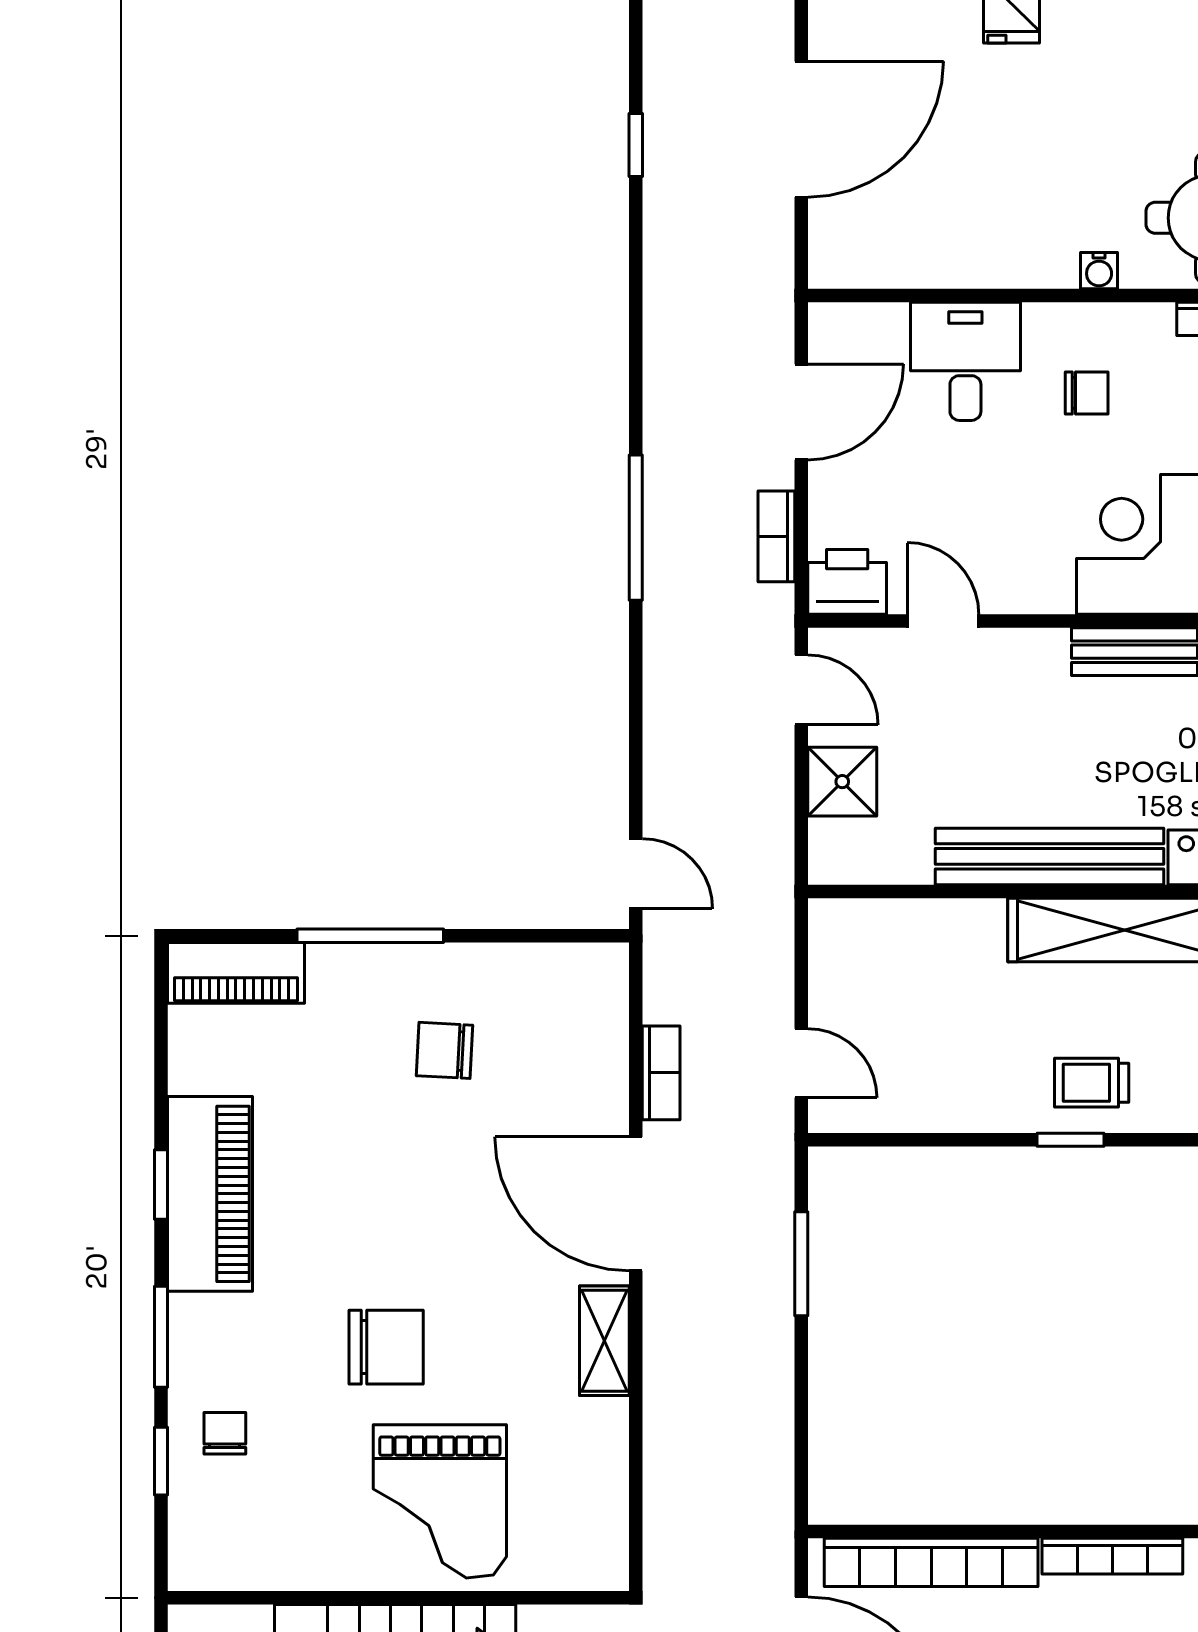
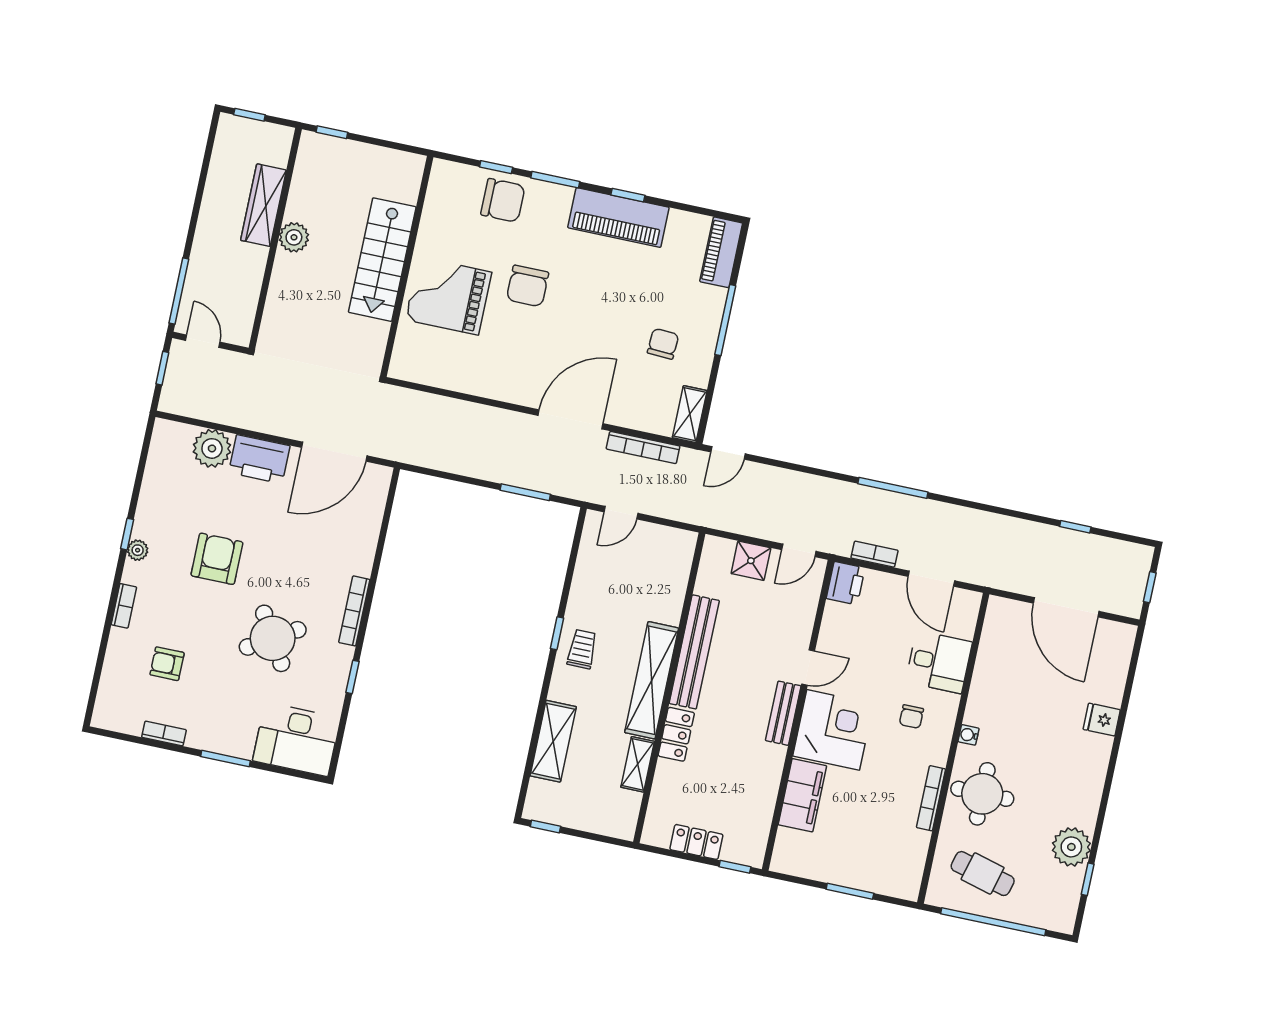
door: (943, 621) -> (808, 667), moved
bookcase: (661, 1073) -> (643, 447), width x1.56
shelving: (604, 1341) -> (690, 414), moved, turned 90
chair: (225, 1433) -> (503, 200), width x1.87, depth x1.87
bookcase: (931, 1562) -> (370, 524), removed

